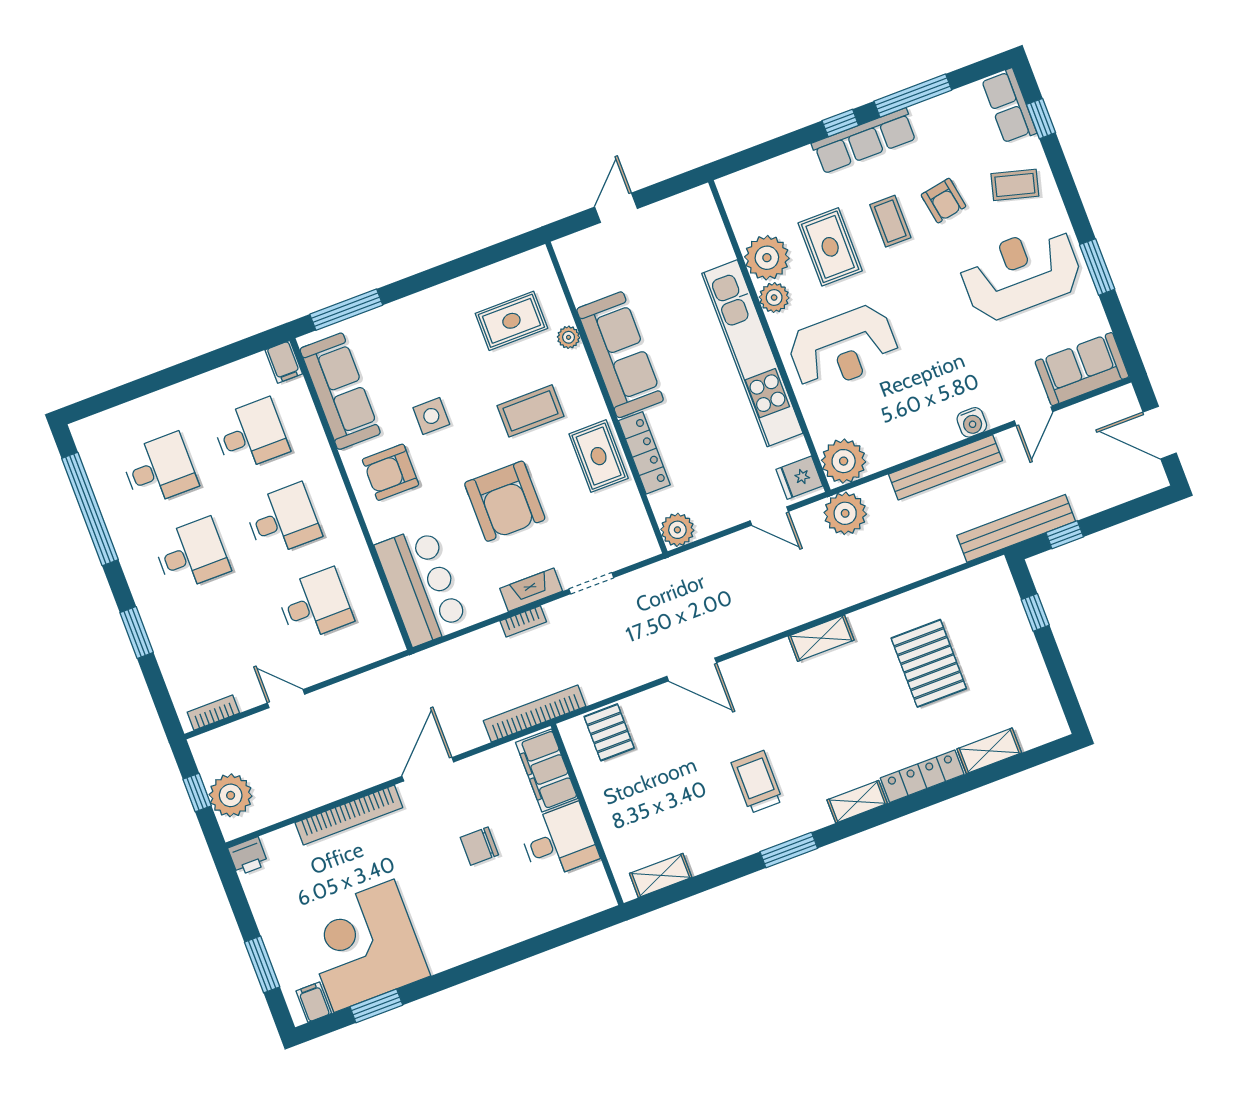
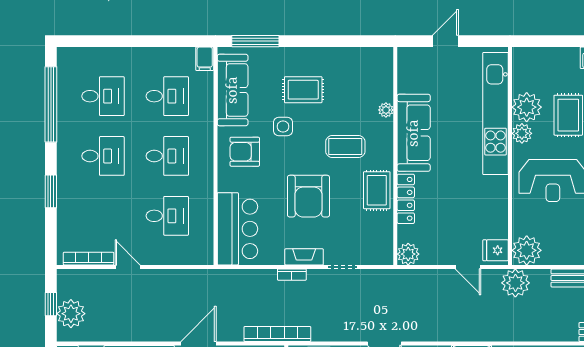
rug: (511, 321) -> (303, 90), moved
kitchen unit: (752, 353) -> (496, 113), moved
bookcase: (213, 713) -> (89, 259), width x1.56

